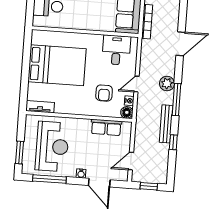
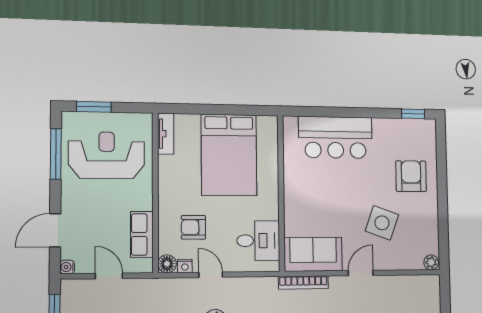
reception desk: (52, 146) -> (107, 155), turned 180
door: (131, 161) -> (109, 276), moved
water cooler: (81, 174) -> (67, 267), moved

